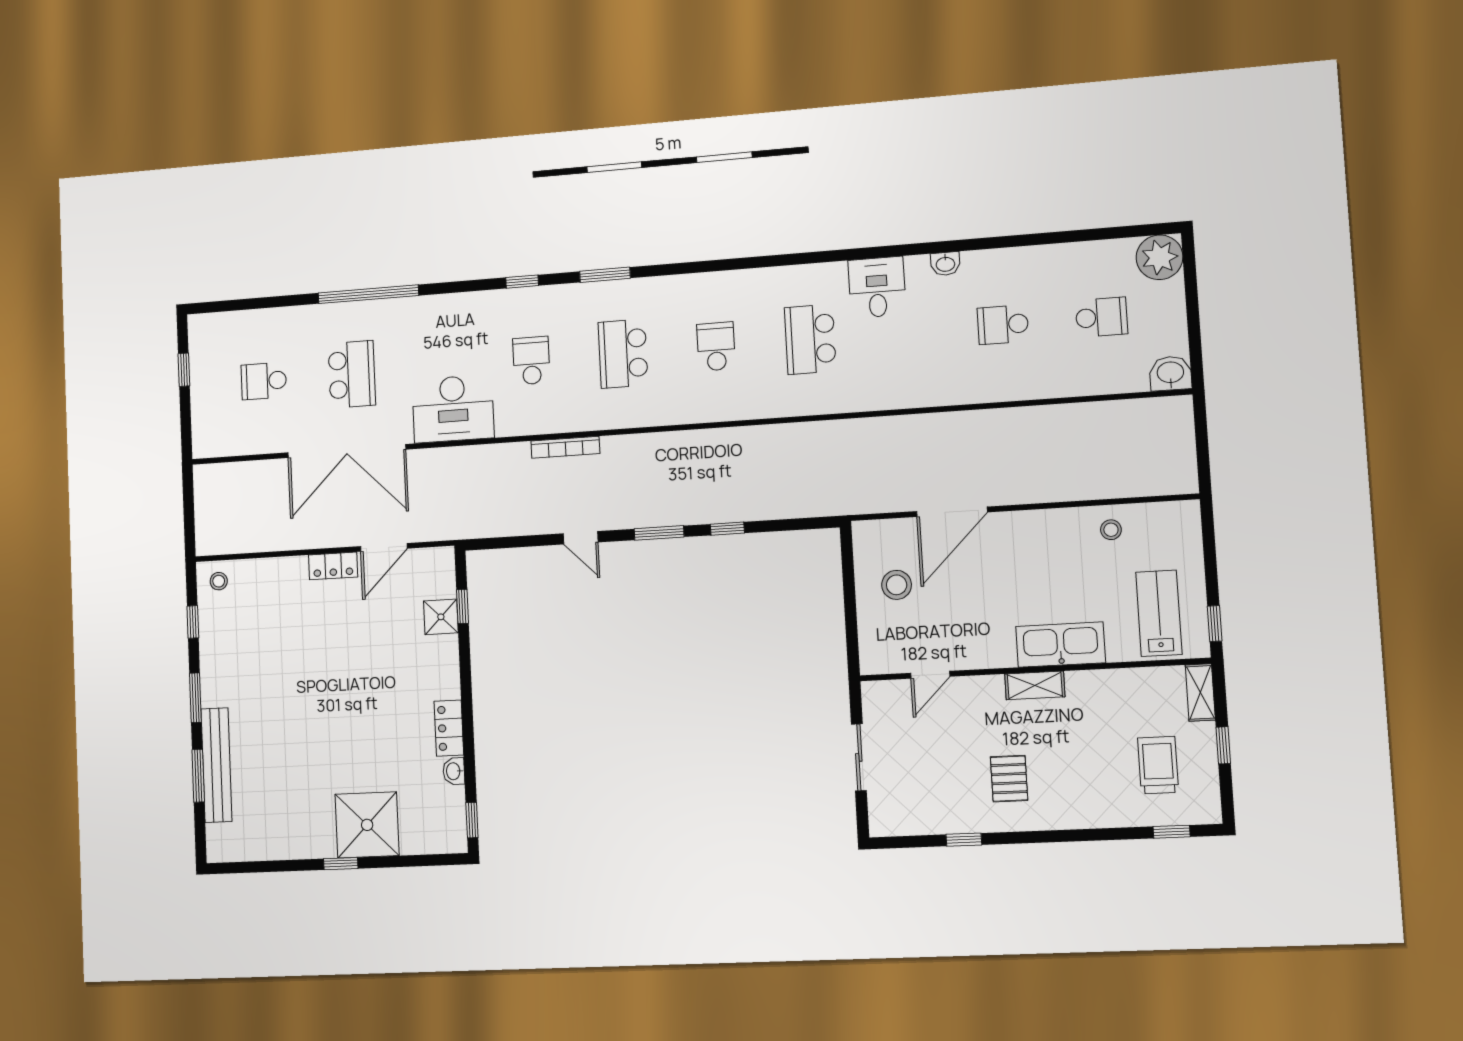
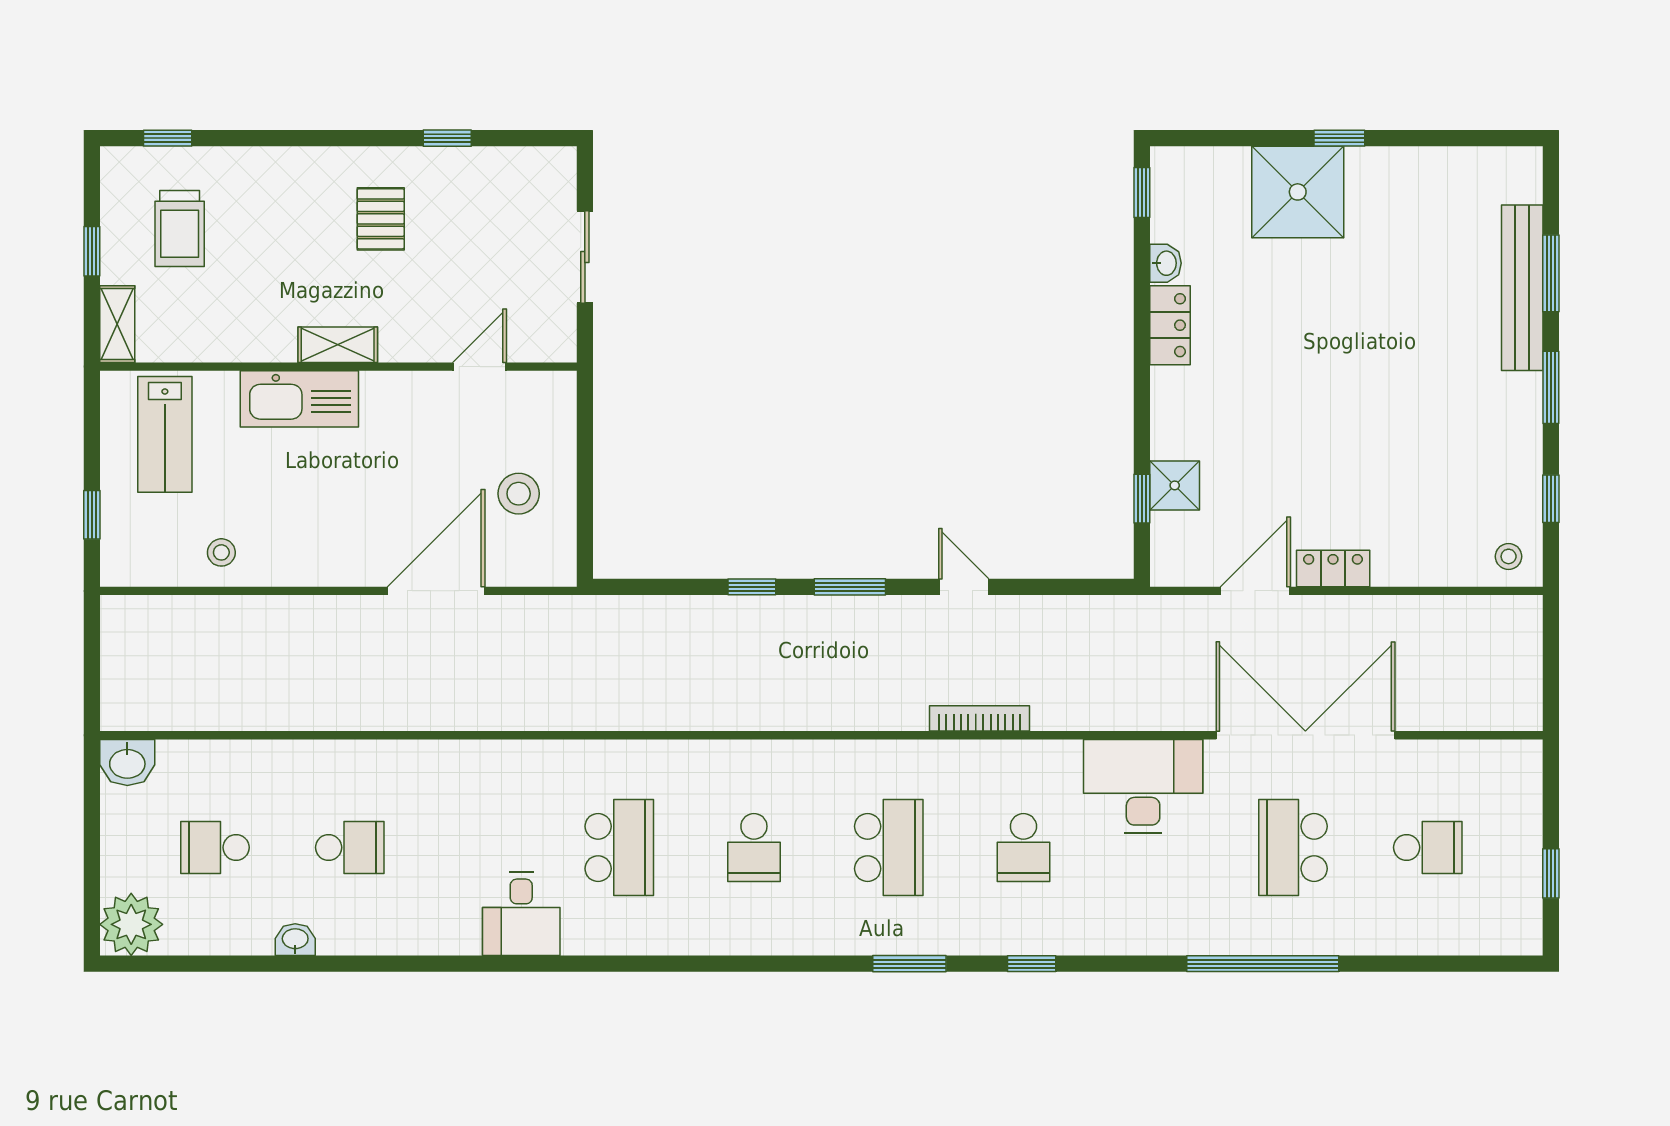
washbasin: (945, 264) -> (295, 940), moved
window: (1215, 624) -> (92, 515), moved

